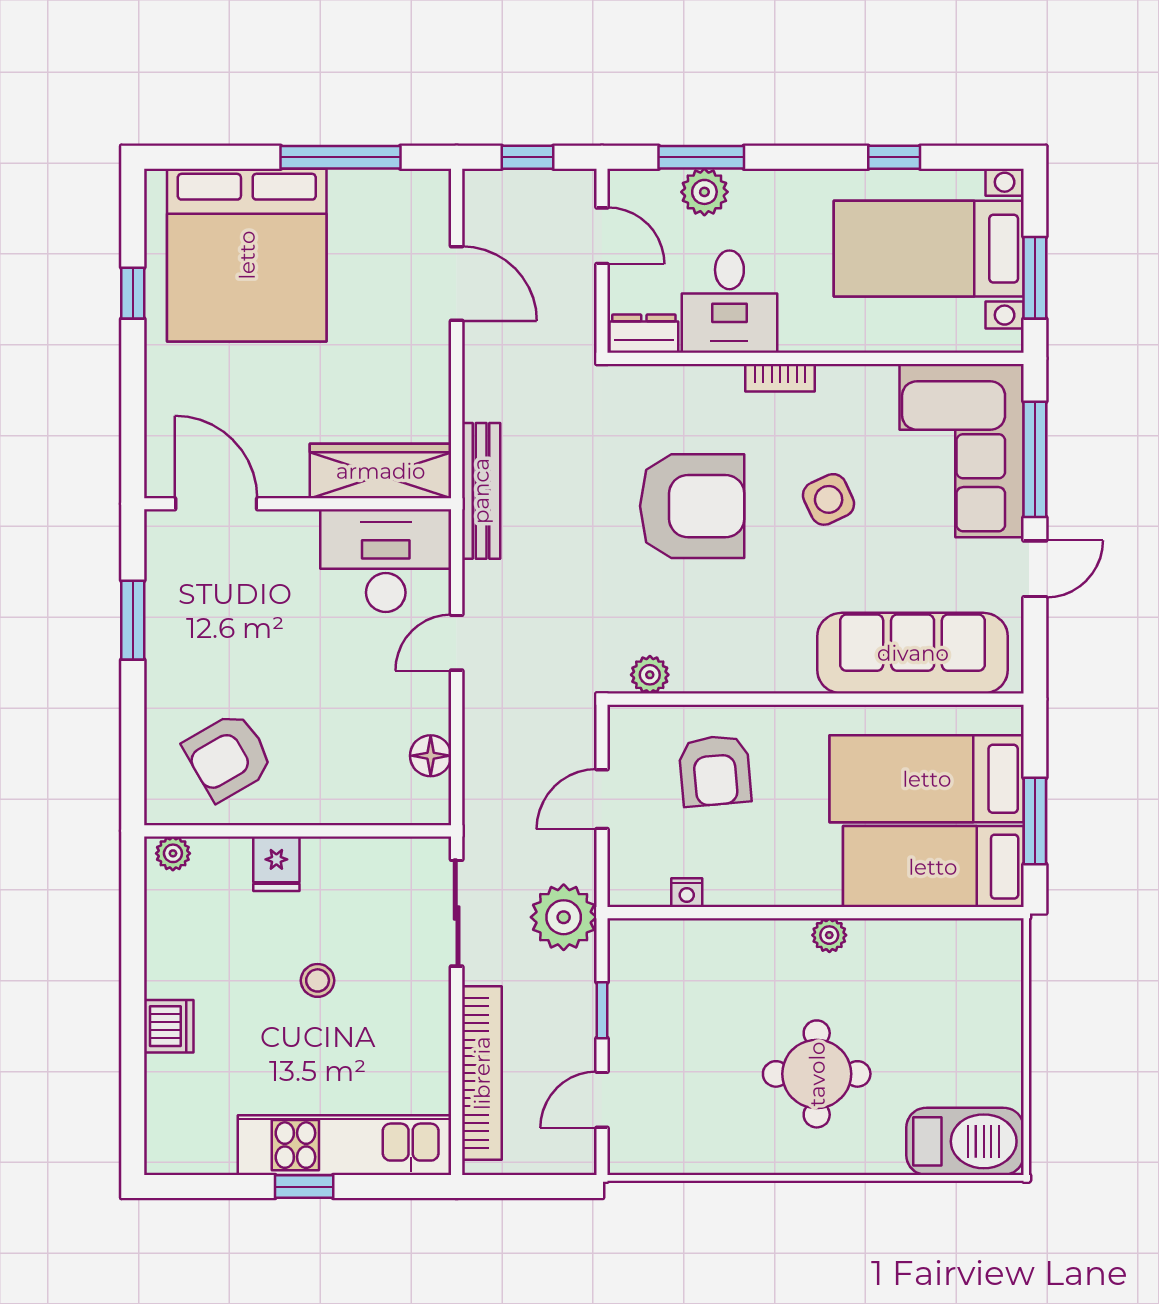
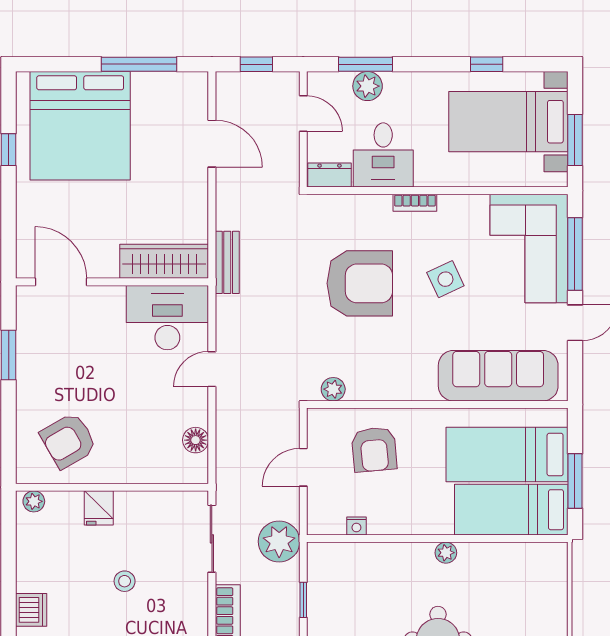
bench: (481, 491) -> (227, 262), width x0.73

